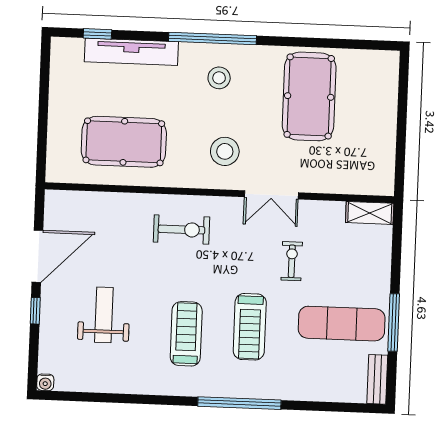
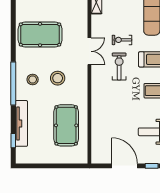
stool: (225, 151) -> (58, 78), moved
exercise bike: (181, 230) -> (119, 67), moved

